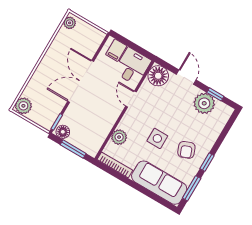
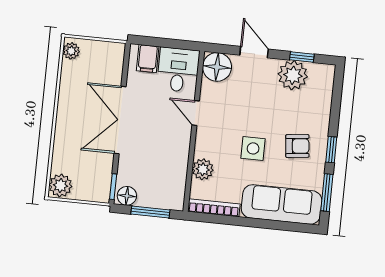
armchair: (186, 150) -> (297, 146), turned -75

